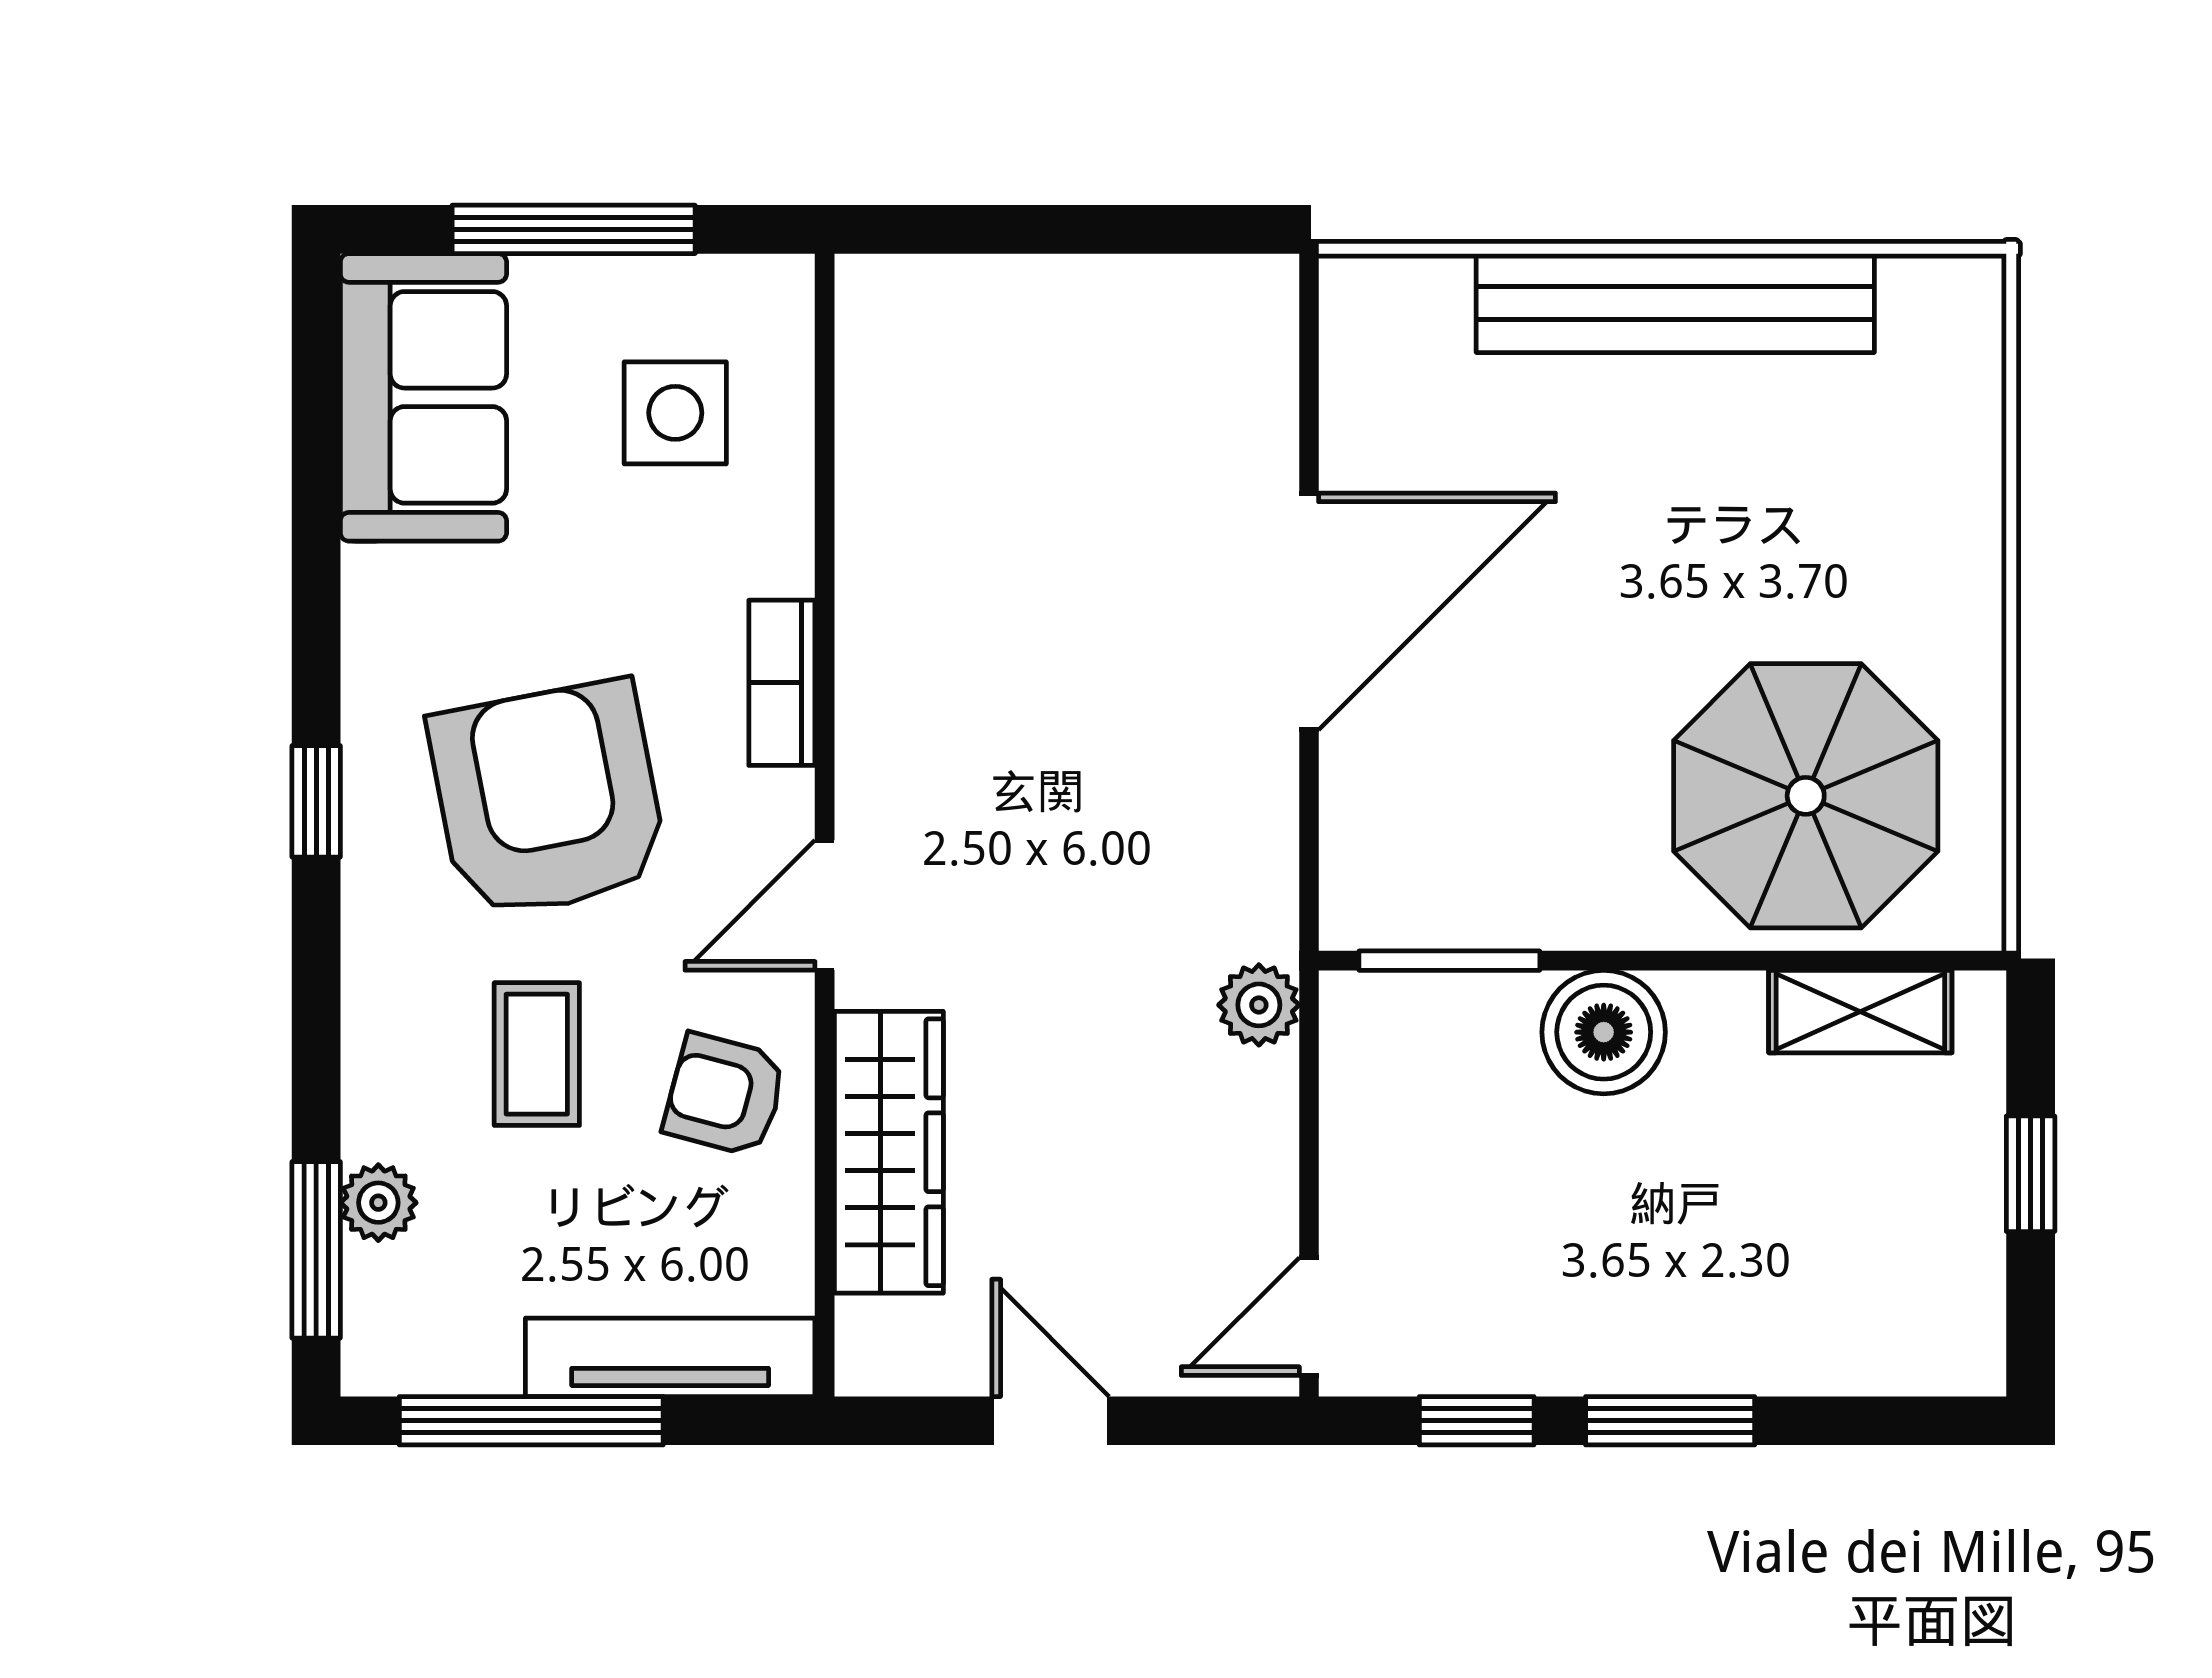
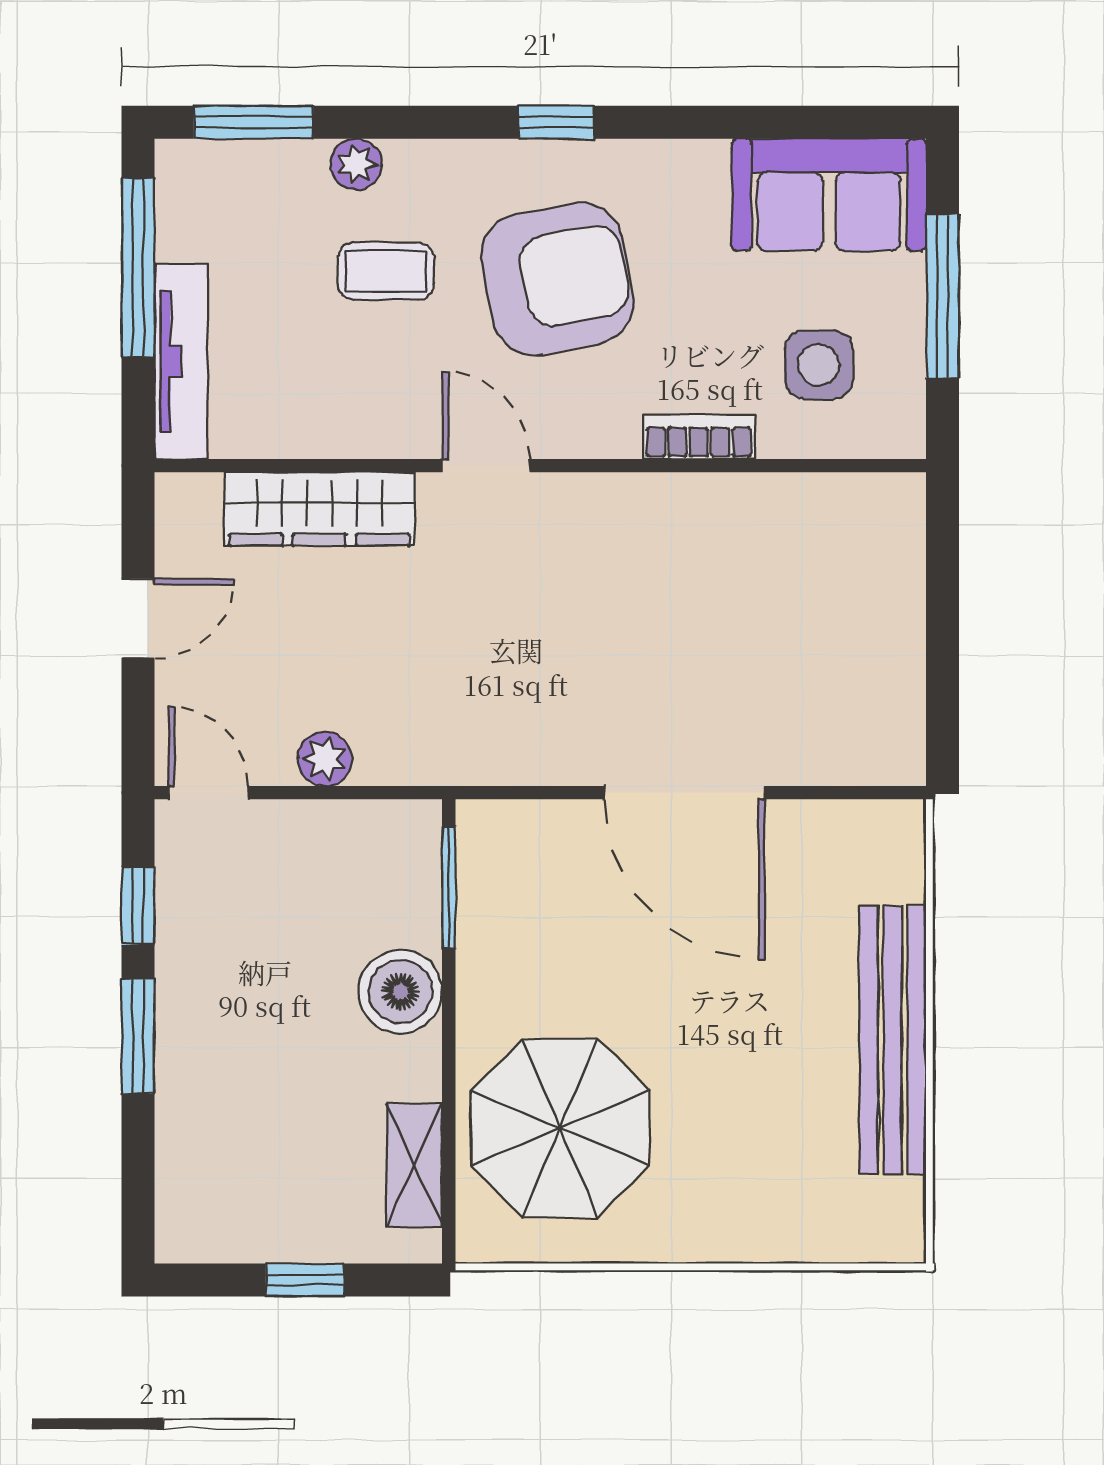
bookcase: (782, 683) -> (699, 437), moved
plant: (1259, 1005) -> (325, 759), moved
armchair: (725, 1095) -> (358, 398), removed
plant: (378, 1203) -> (356, 164), moved

